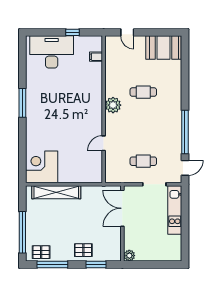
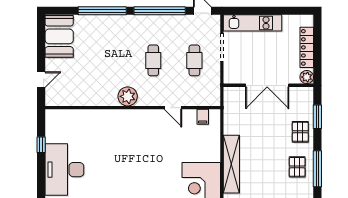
filing cabinet: (96, 57) -> (203, 117), moved
window: (185, 84) -> (102, 11), added
cafe table: (143, 92) -> (153, 60), moved
double door: (122, 208) -> (267, 85), moved
pallet: (41, 252) -> (297, 167), moved
locker: (154, 256) -> (307, 47), added

